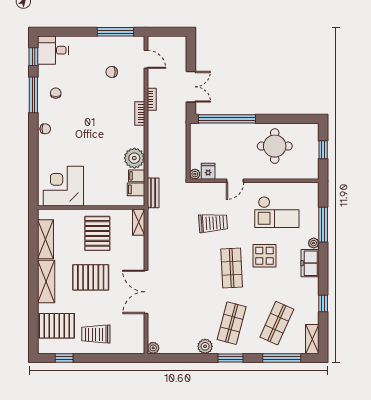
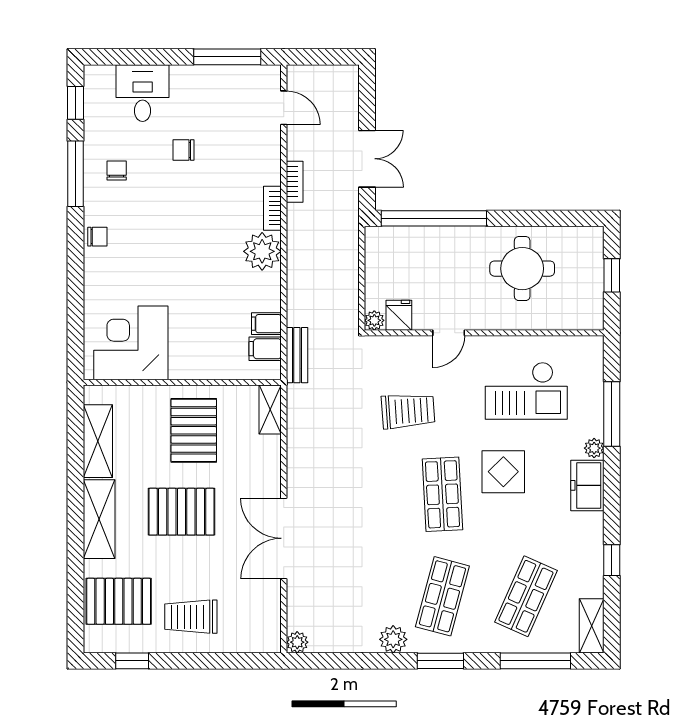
desk: (53, 50) -> (143, 93), moved, turned 90
chair: (112, 72) -> (184, 150), moved
plant: (134, 158) -> (262, 251), moved

